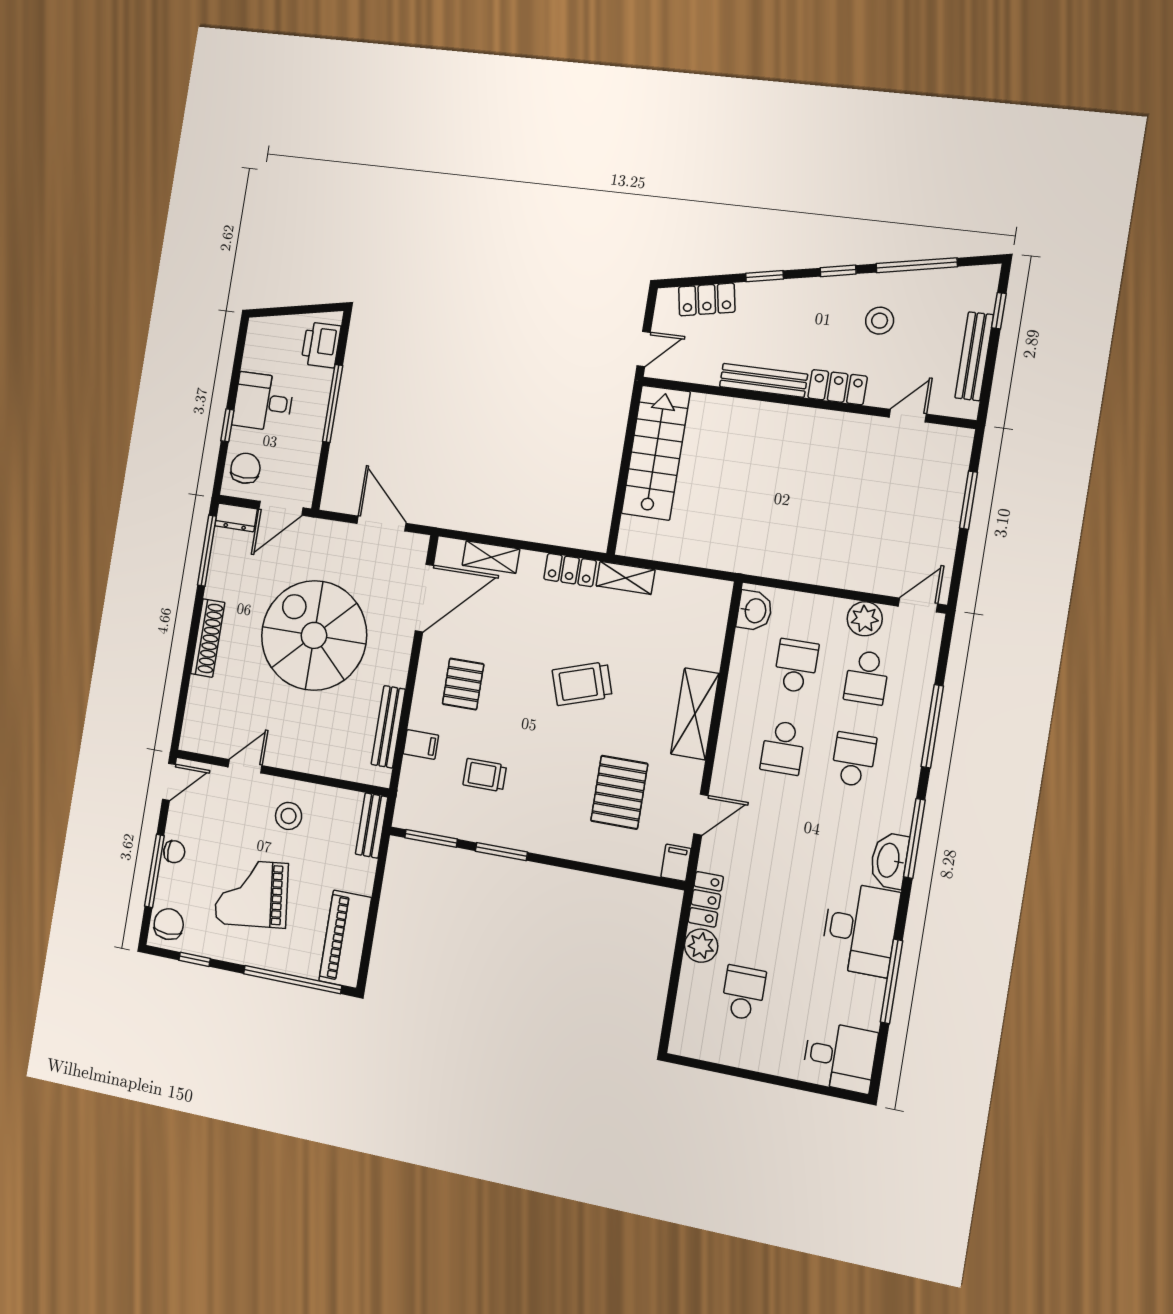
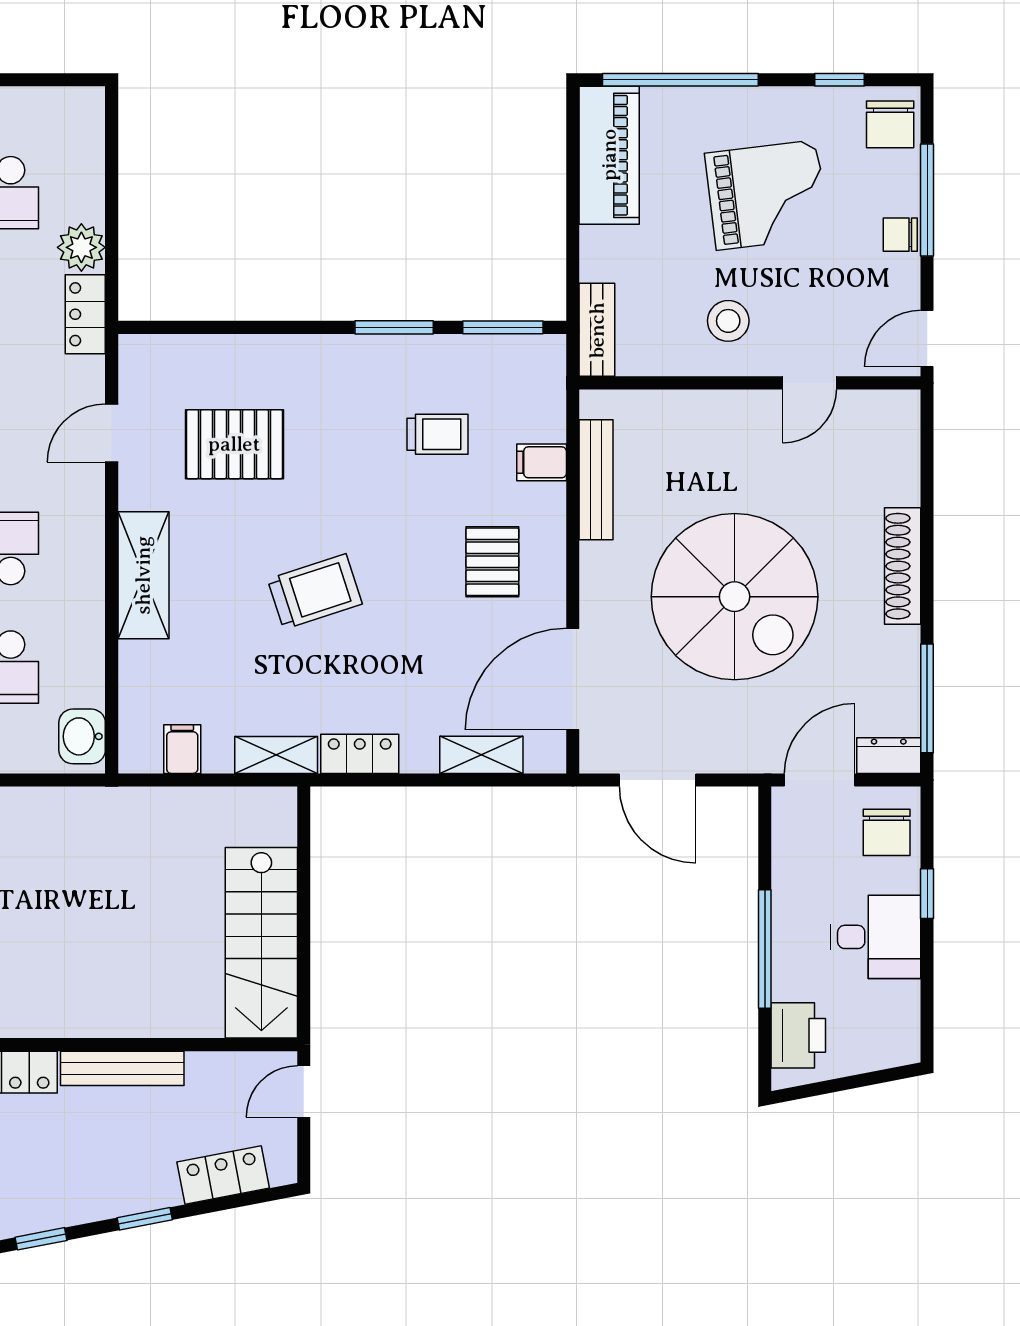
pallet: (619, 792) -> (234, 444), turned 90
filing cabinet: (676, 863) -> (182, 749), moved, turned 180

